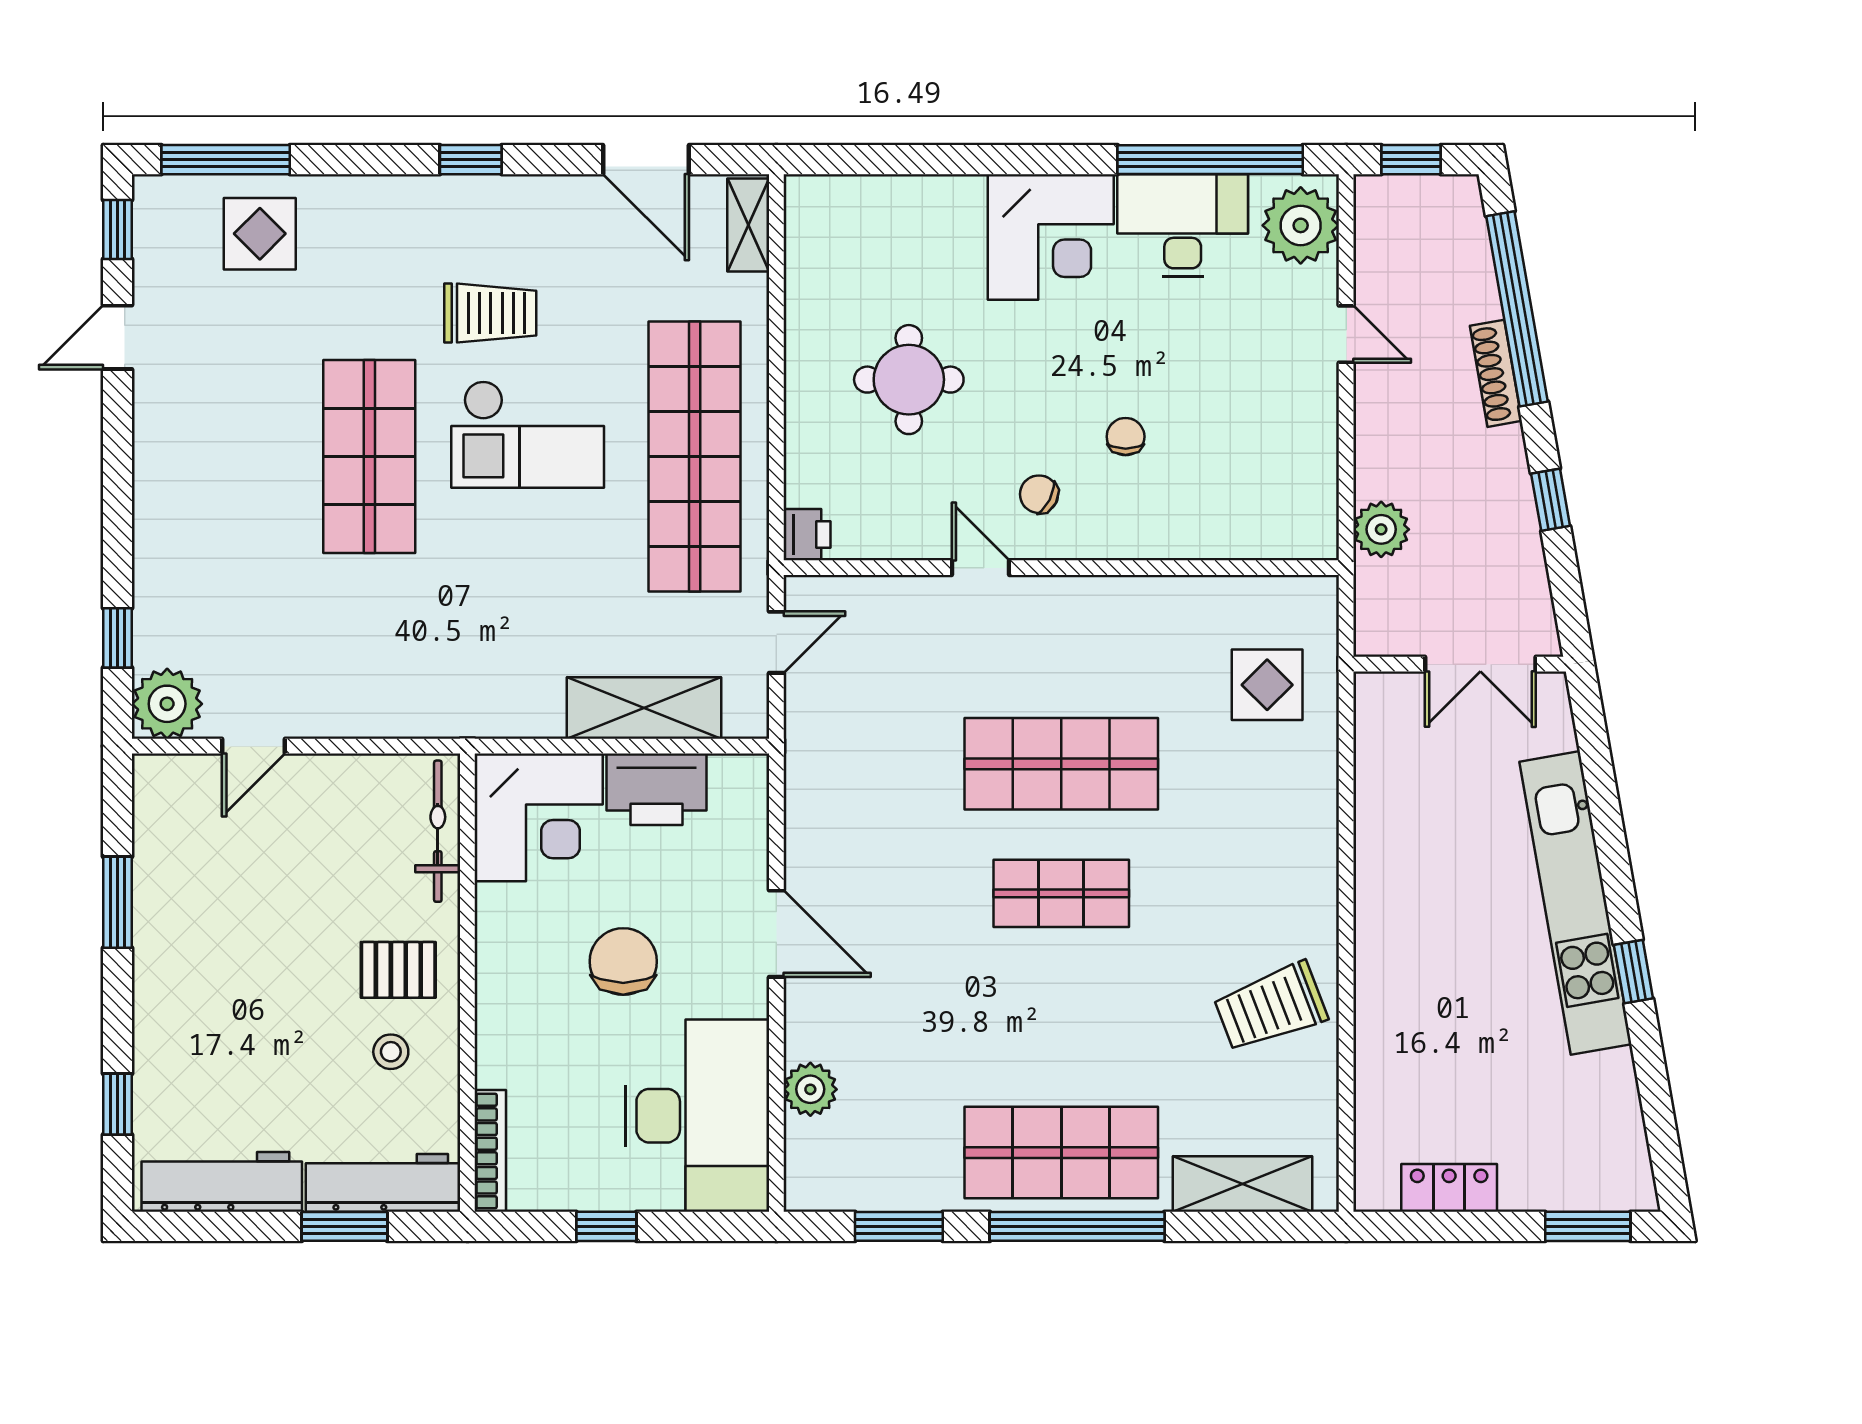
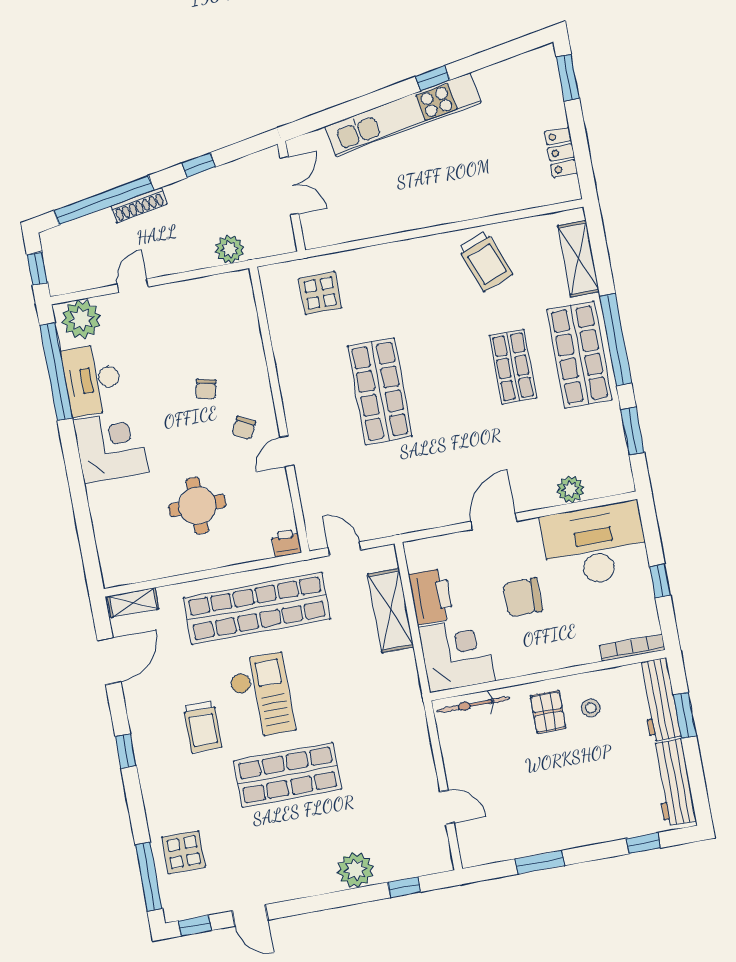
trolley: (490, 313) -> (203, 727), turned 180
chair: (1126, 437) -> (206, 389), turned -78
plant: (167, 704) -> (355, 870), moved
shop shelf: (1061, 893) -> (513, 367), moved

